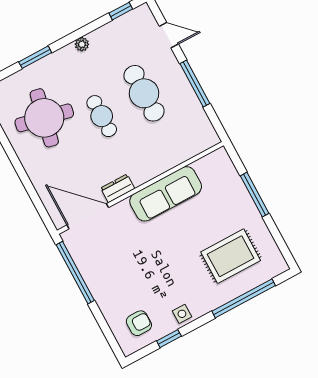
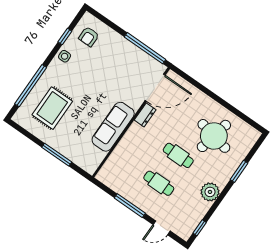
plant: (82, 44) -> (210, 192), width x1.87, depth x1.87
cafe table: (144, 93) -> (159, 183), width x0.73, depth x0.74

